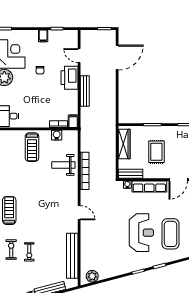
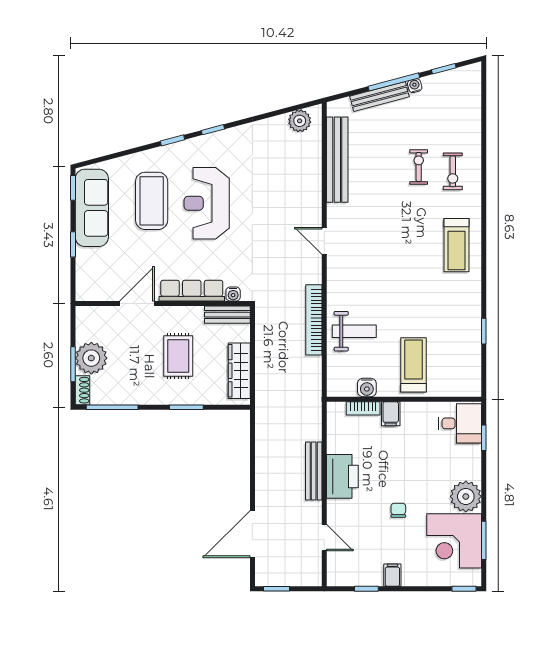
printer: (70, 78) -> (342, 476), moved
filing cabinet: (73, 121) -> (391, 414), moved

